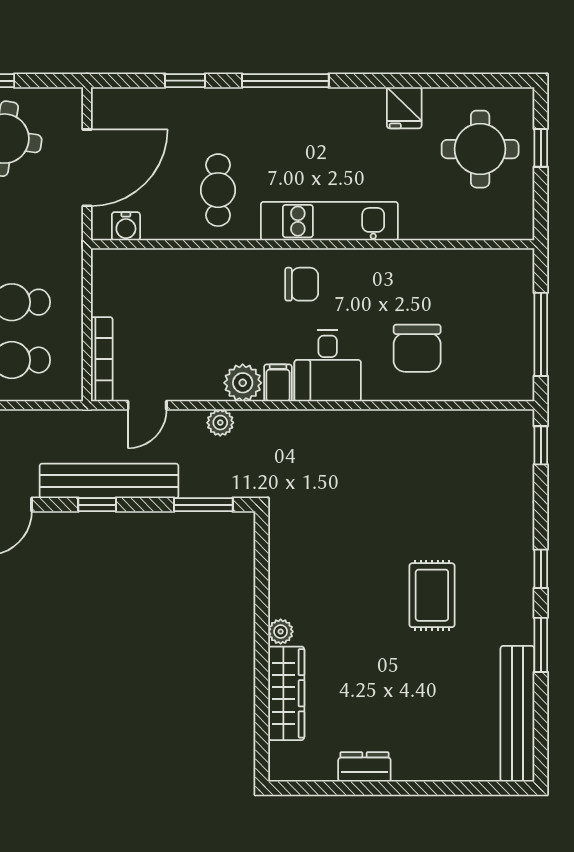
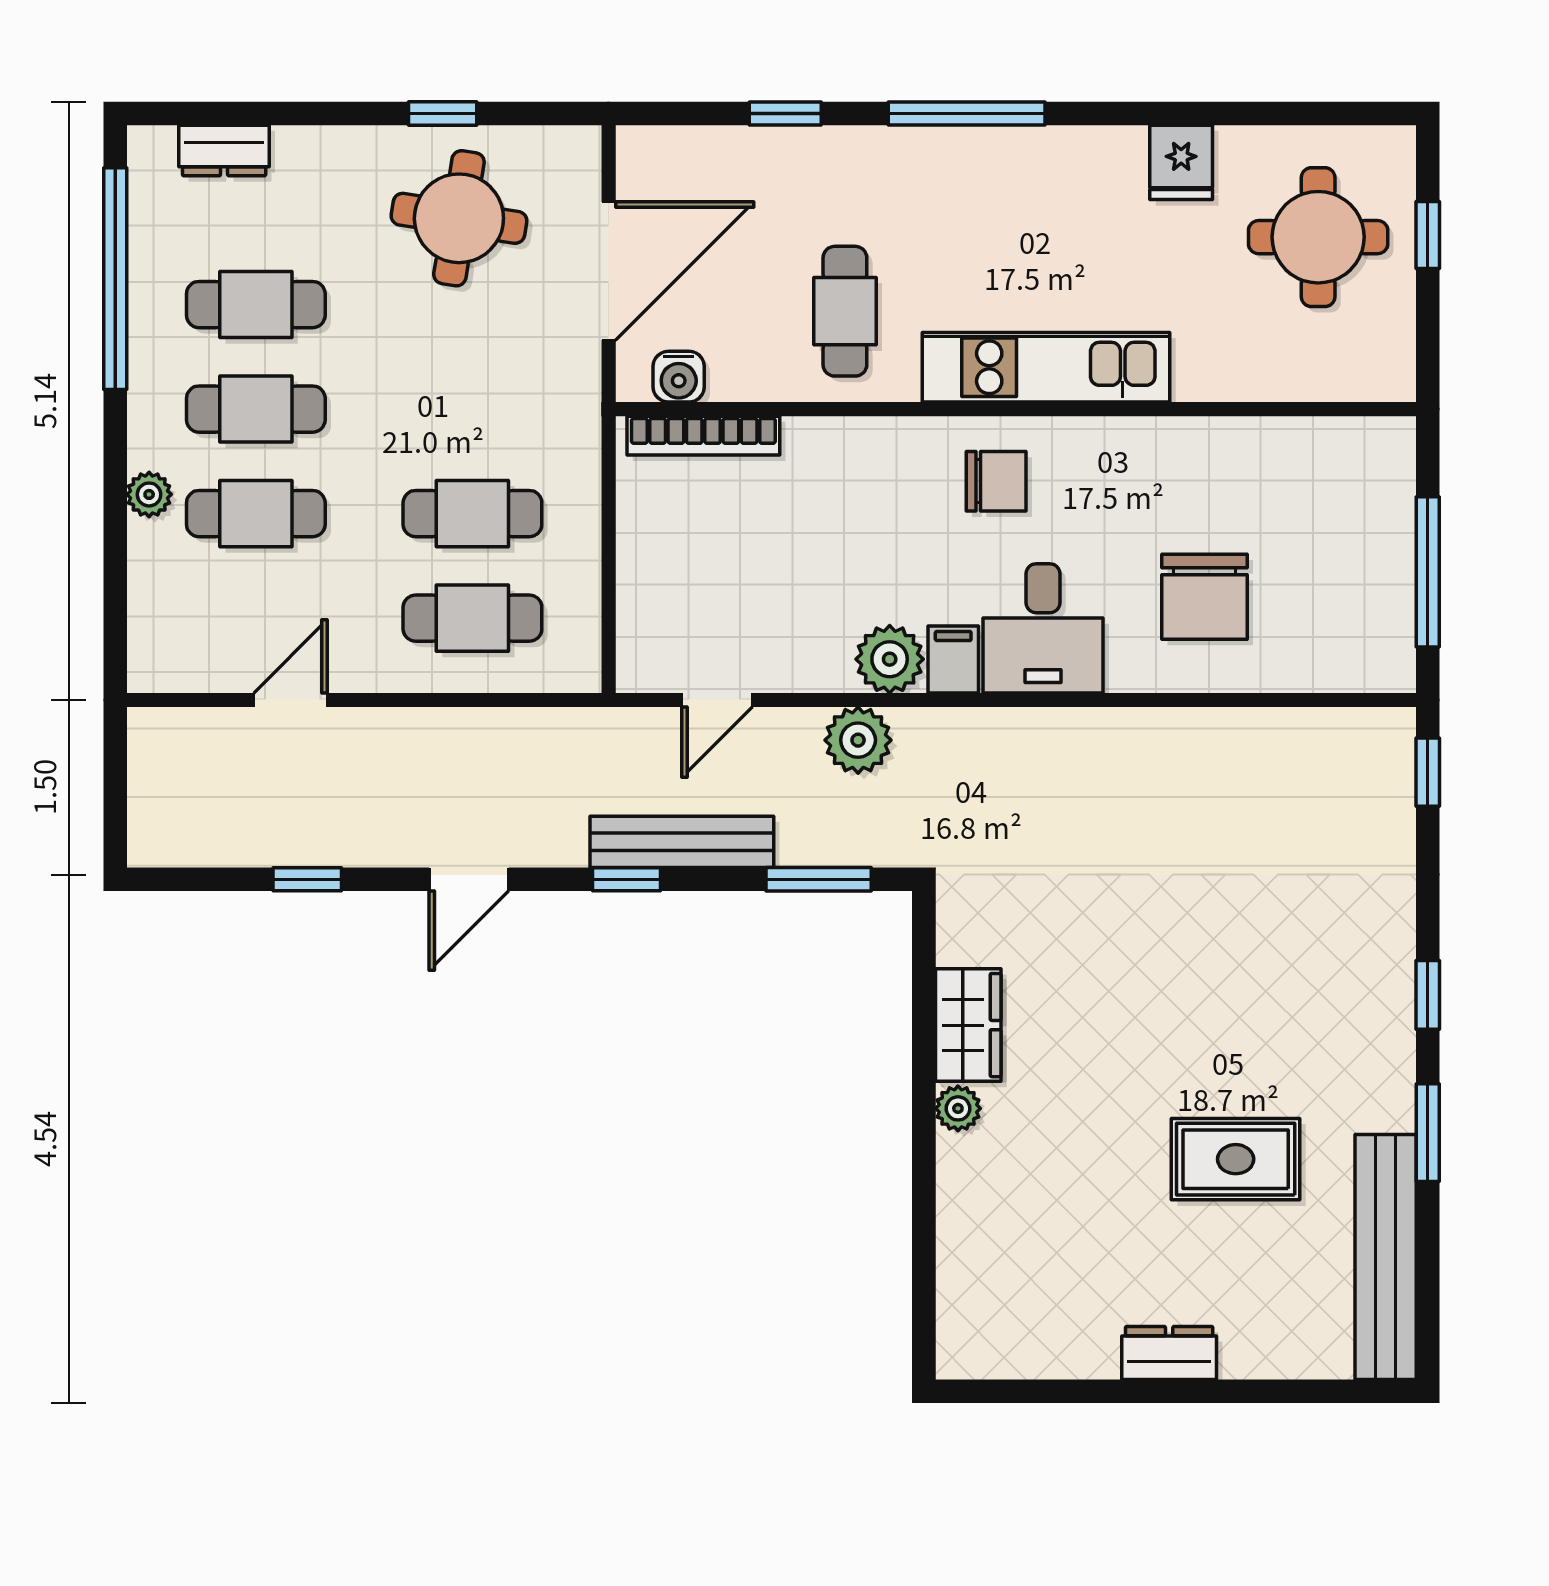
bookcase: (102, 359) -> (703, 436), moved, turned 90
plant: (220, 423) -> (858, 740), width x1.38, depth x1.38
bench: (109, 481) -> (682, 842), width x0.73, depth x0.82
rug: (432, 595) -> (1236, 1159), moved, turned 90
wardrobe: (286, 693) -> (968, 1025), moved, width x0.67
dresser: (364, 767) -> (1169, 1353), moved

